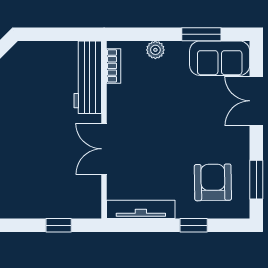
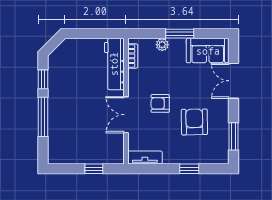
window: (201, 34) -> (180, 34), moved
armchair: (152, 133) -> (160, 103), added
armchair: (213, 182) -> (194, 122), moved
tv unit: (141, 209) -> (145, 157), width x0.71

